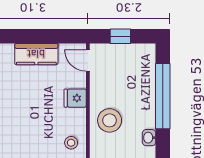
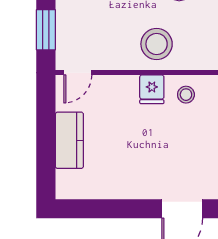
window: (120, 36) -> (46, 30), width x1.50
fridge: (75, 98) -> (152, 89), moved

